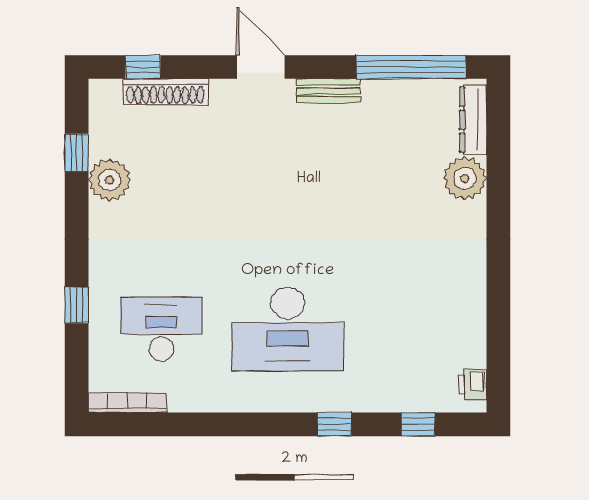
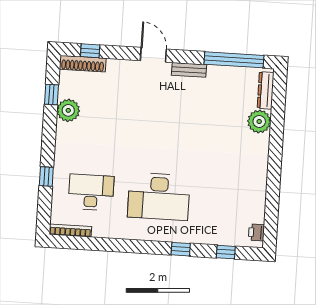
shoe rack: (165, 92) -> (83, 64), moved

